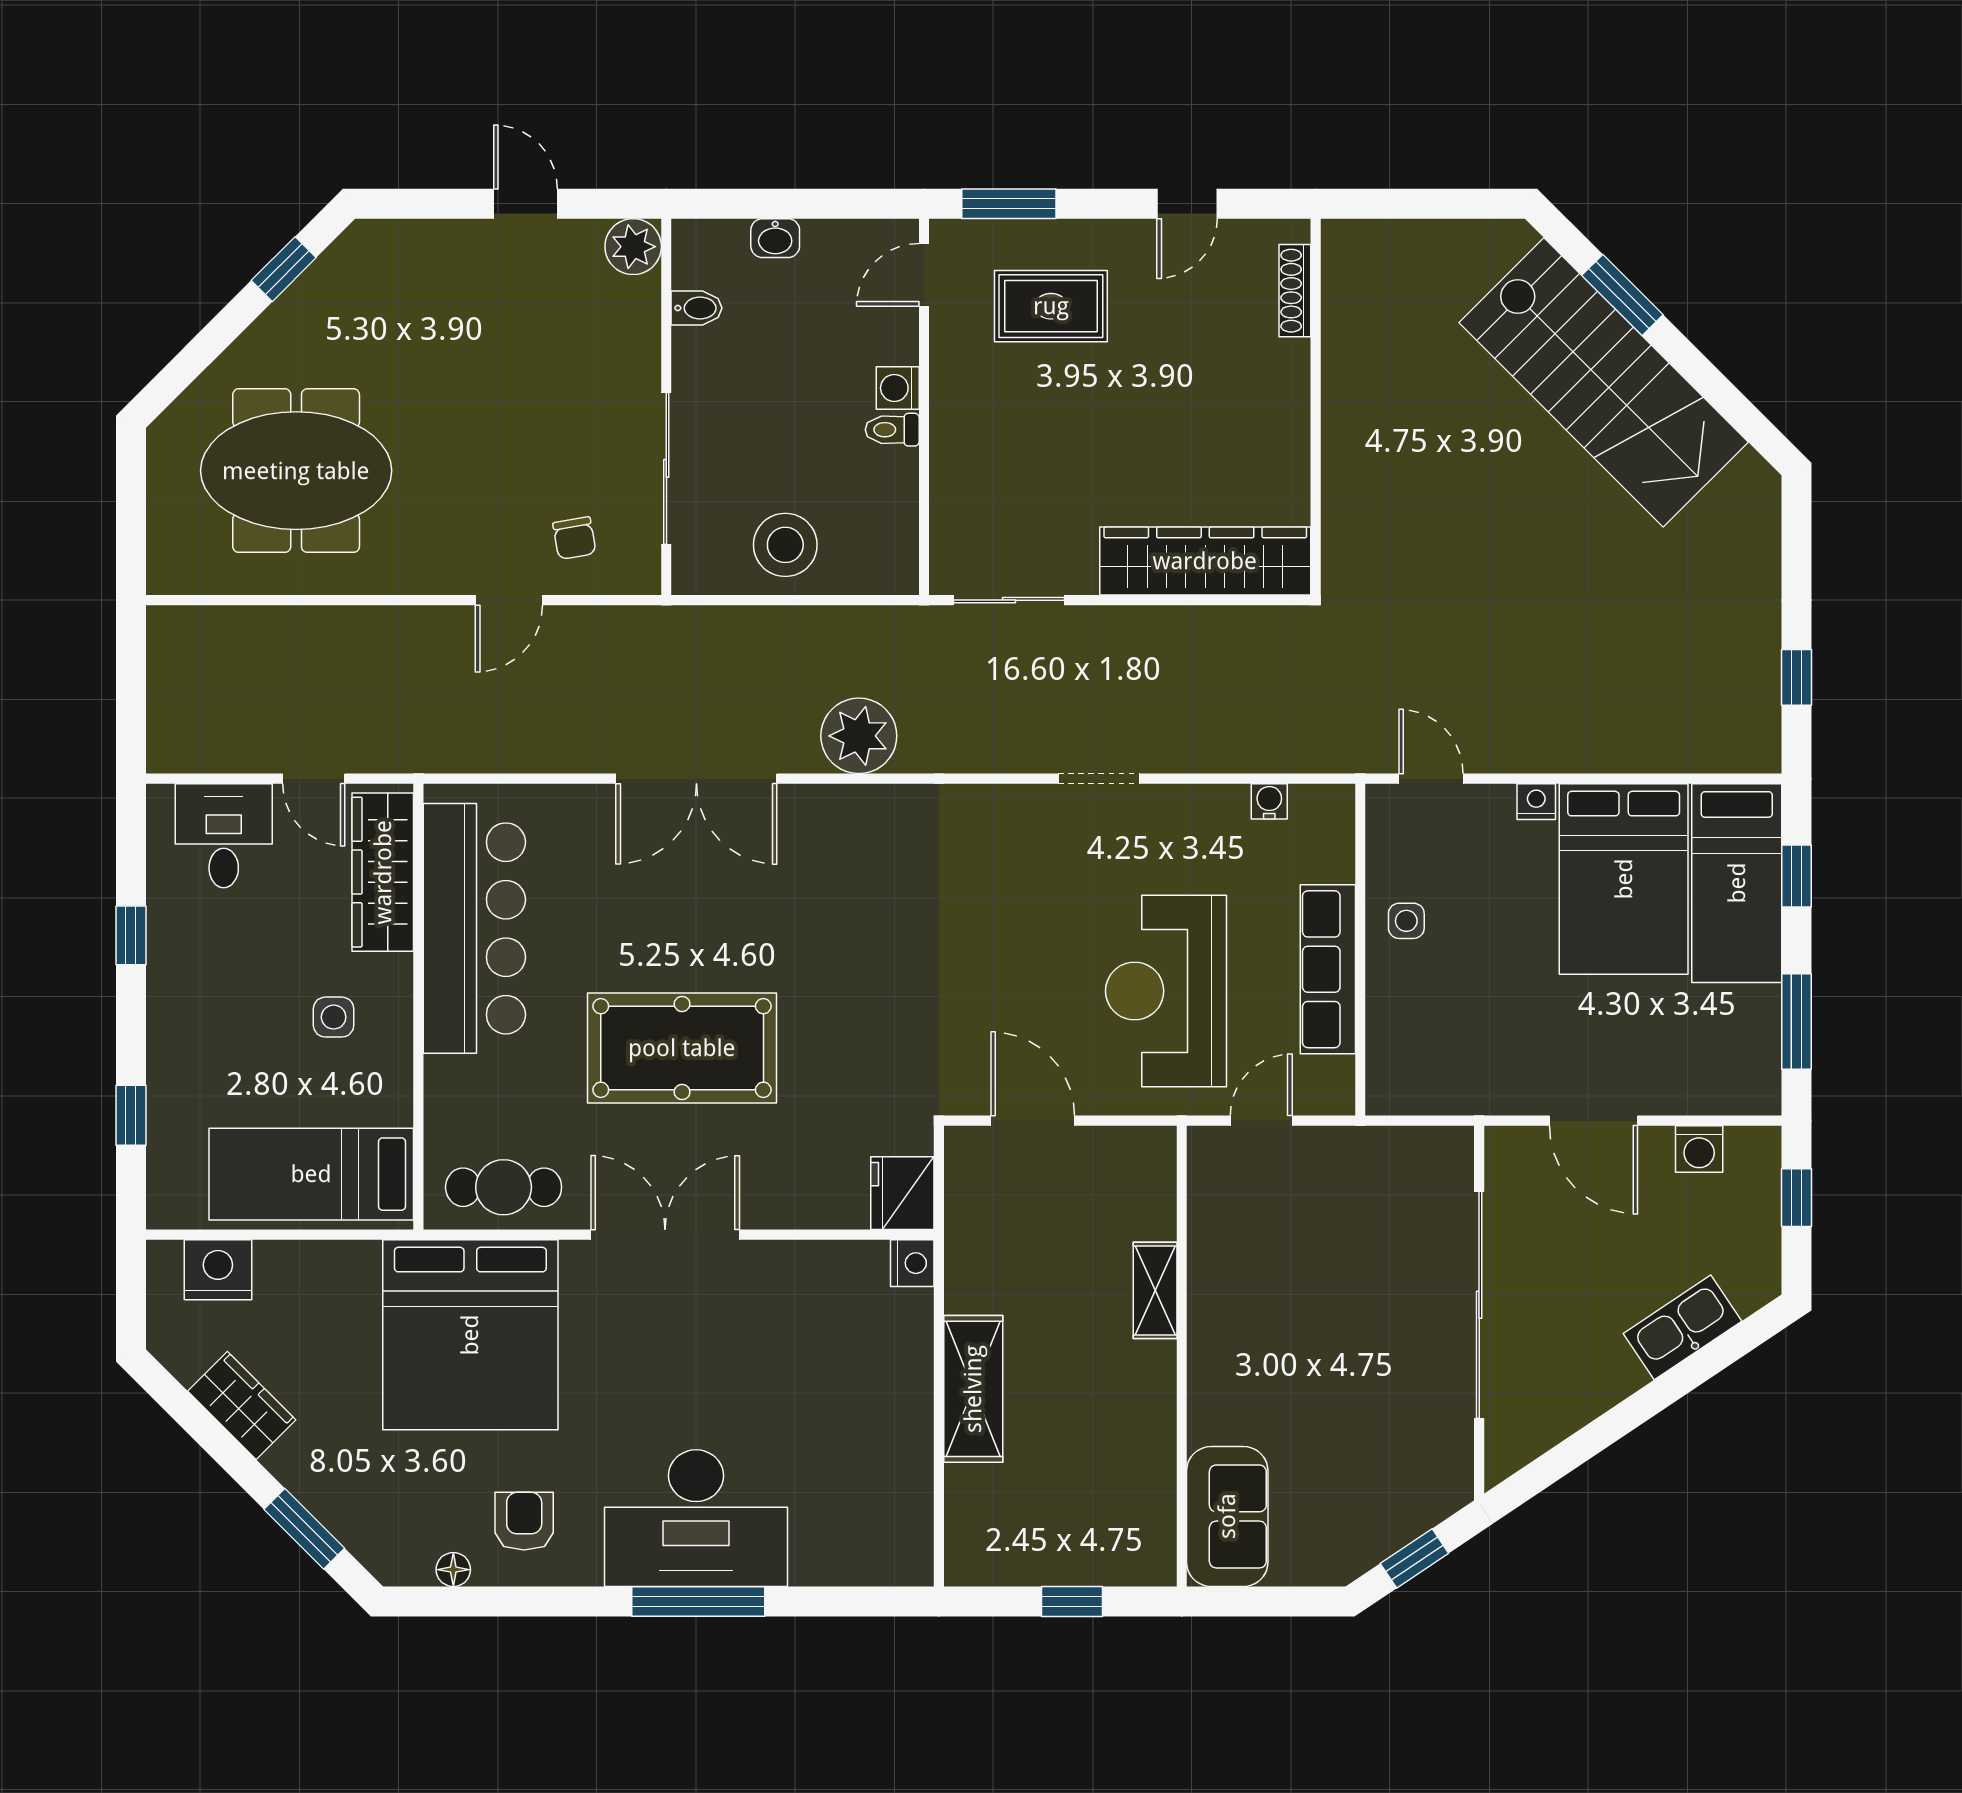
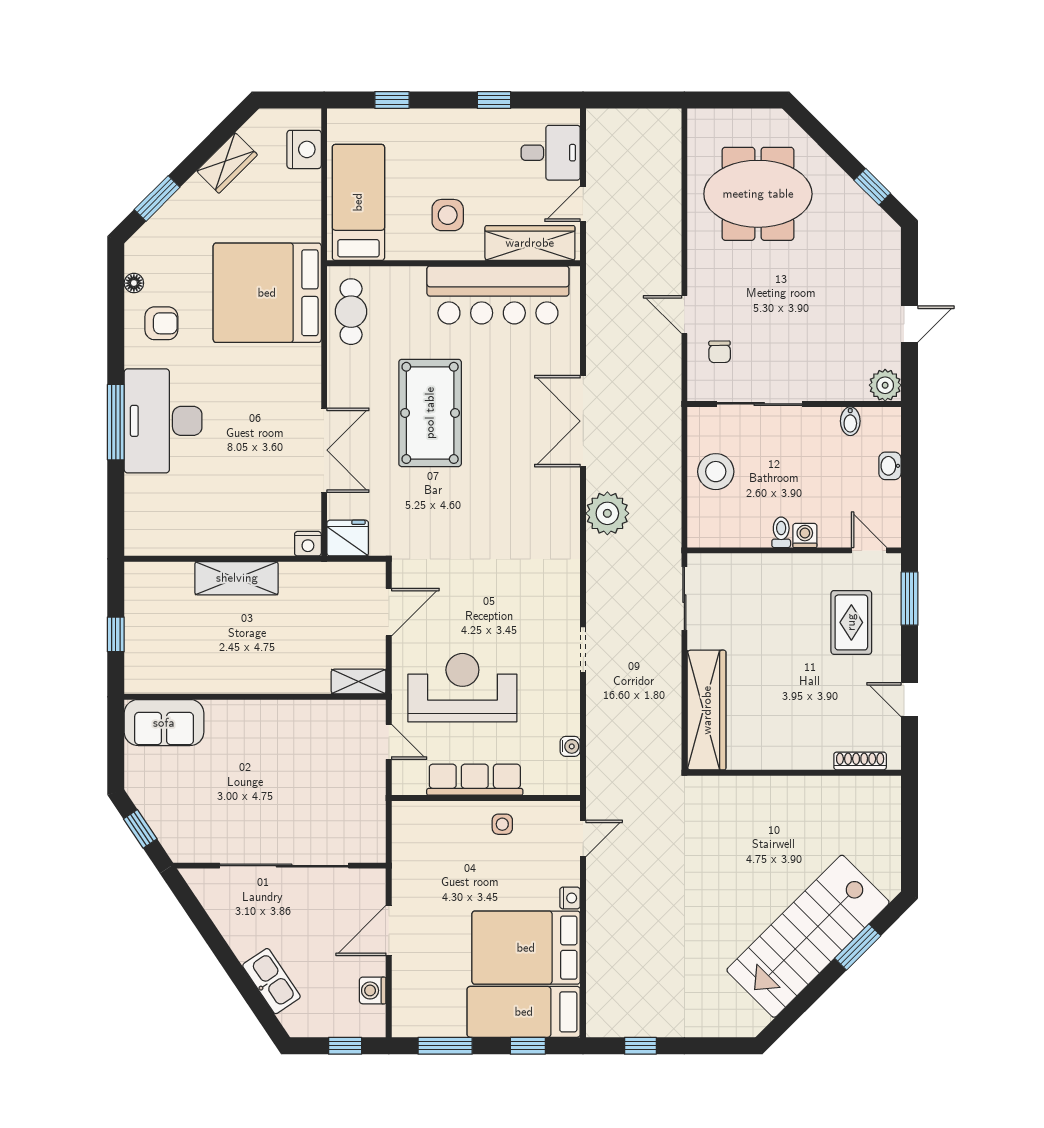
meeting table: (296, 471) -> (758, 194), turned 90
chair: (574, 538) -> (720, 352), turned -81
side table: (334, 1017) -> (448, 215), width x1.37, depth x1.37
double door: (665, 1235) -> (324, 450), moved
shelving: (1155, 1290) -> (359, 682), moved

